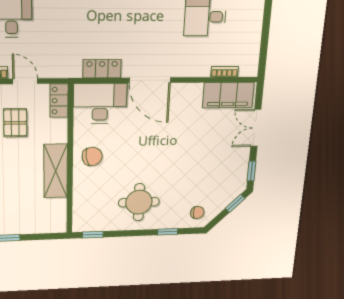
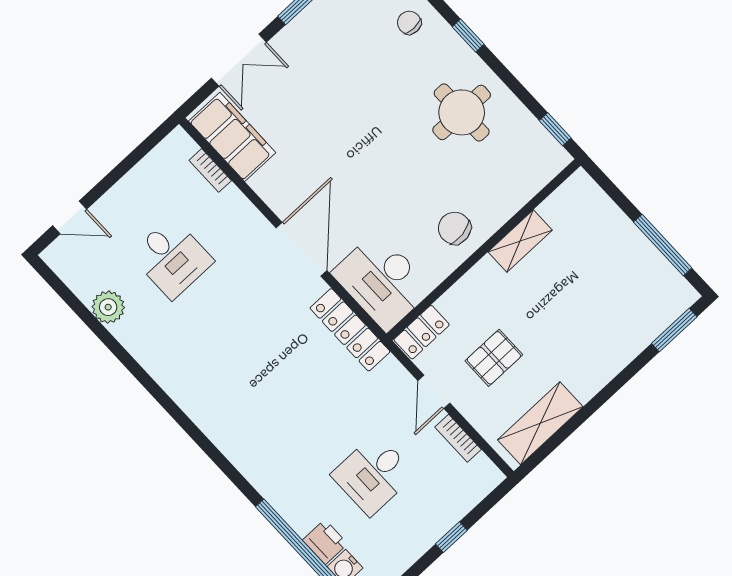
locker: (102, 69) -> (350, 330), width x1.53
shelving: (56, 171) -> (520, 241), width x0.67, depth x0.75

